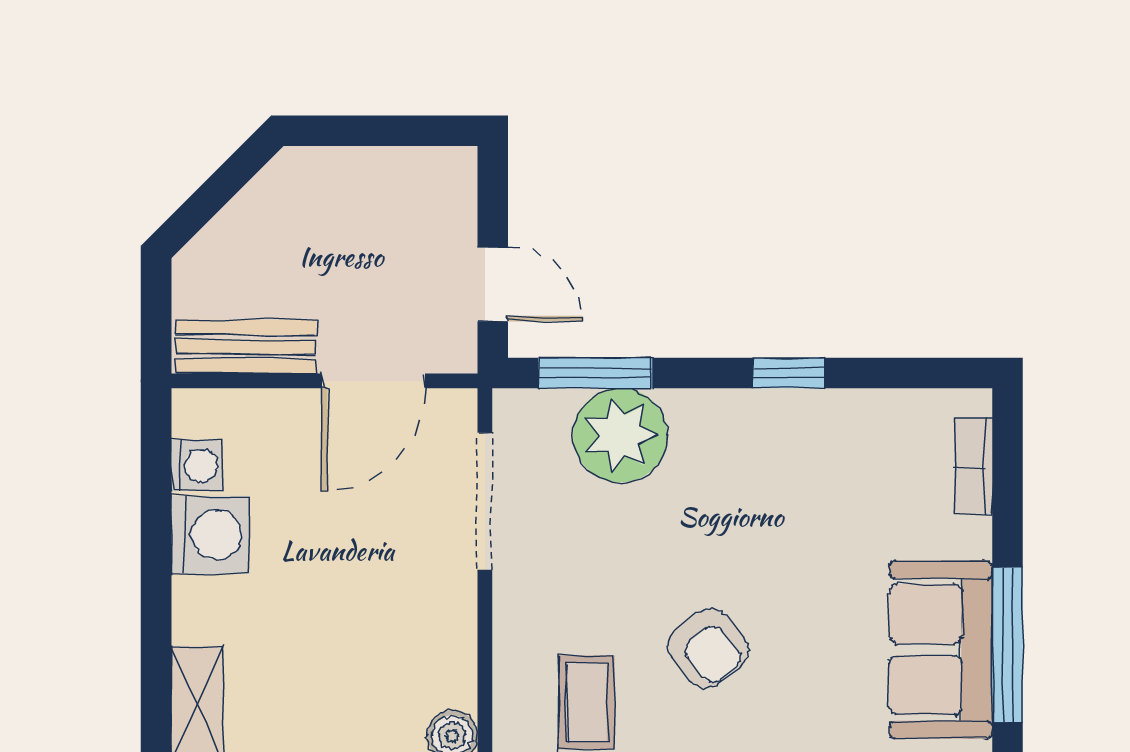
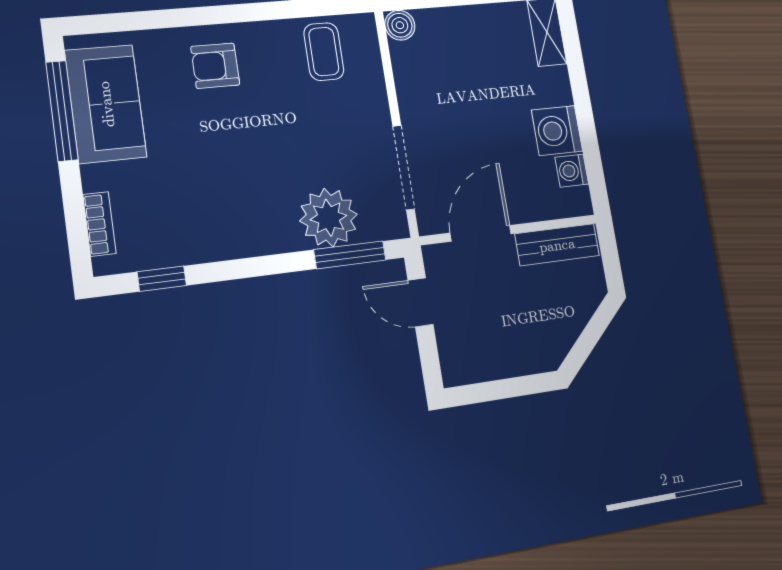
window: (789, 373) -> (162, 279), moved
armchair: (708, 648) -> (215, 66), moved, turned -52

